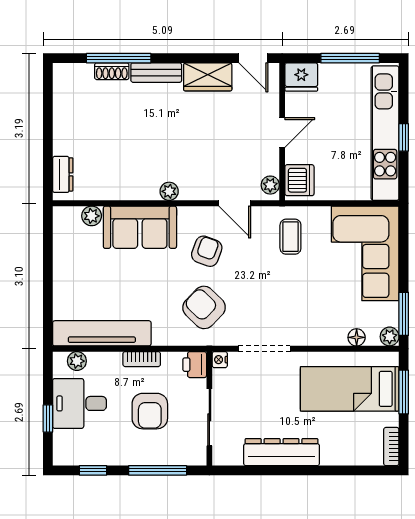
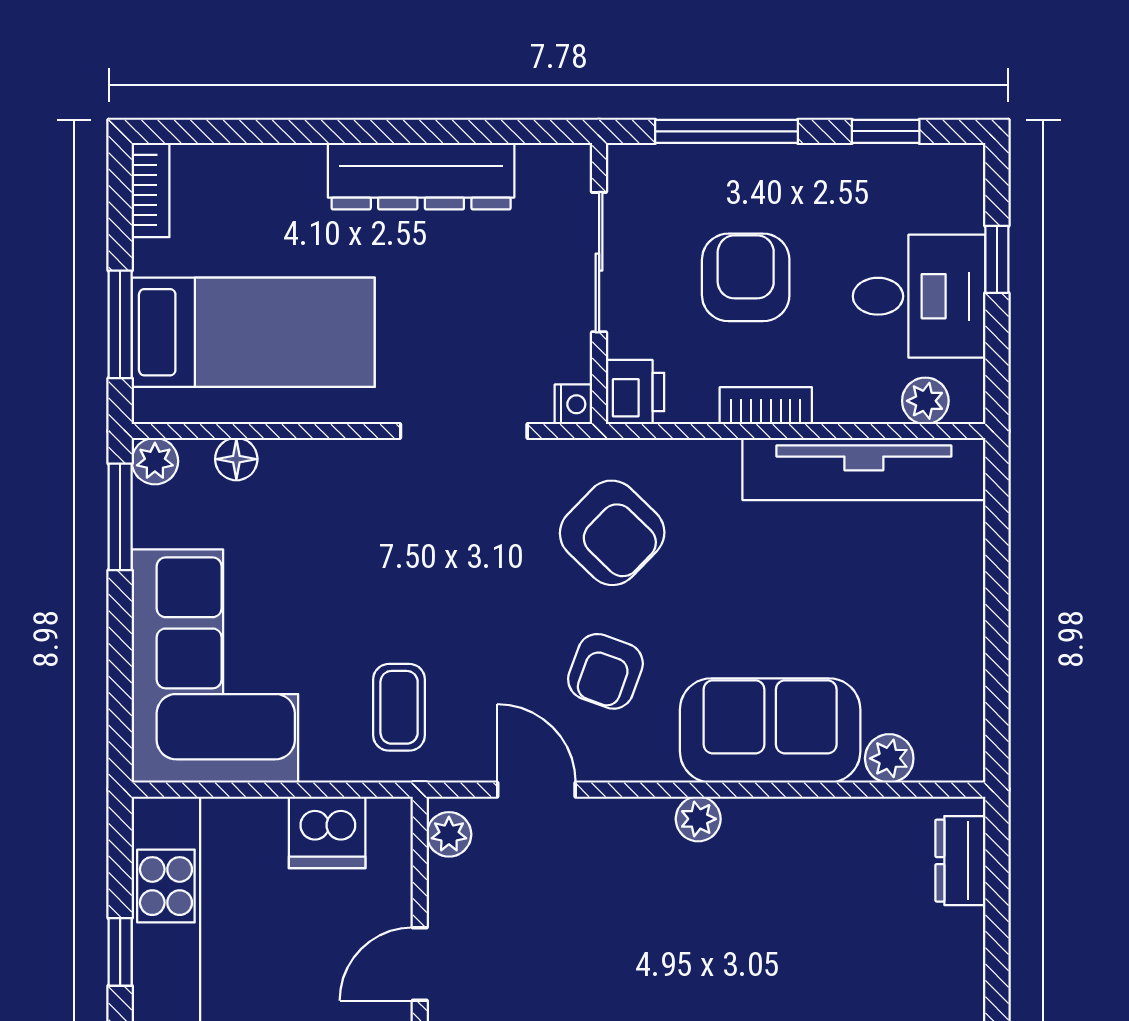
dishwasher: (299, 180) -> (327, 832), moved, turned -90

